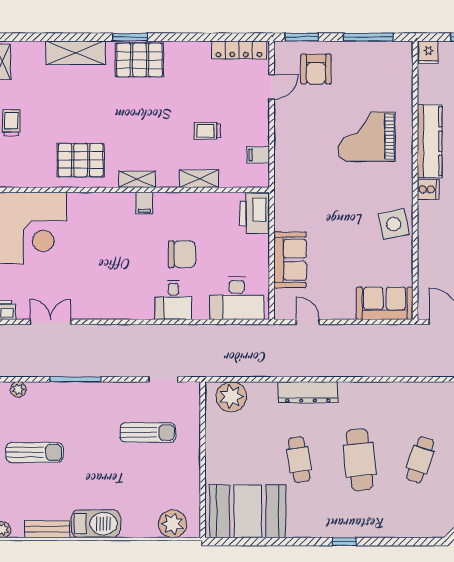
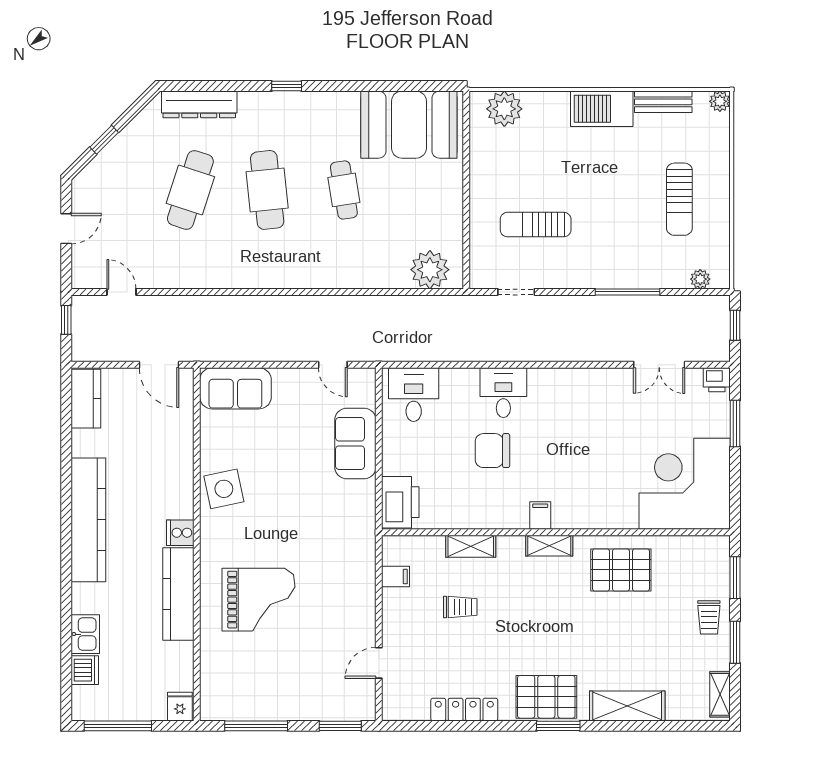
locker: (239, 50) -> (464, 710), moved
armchair: (316, 69) -> (322, 685), removed
desk: (237, 298) -> (414, 395), width x0.73
dresser: (308, 392) -> (199, 104), moved, turned 180
sun lounger: (35, 452) -> (679, 199), turned -90
cafe table: (420, 460) -> (190, 190), width x1.37, depth x1.35

